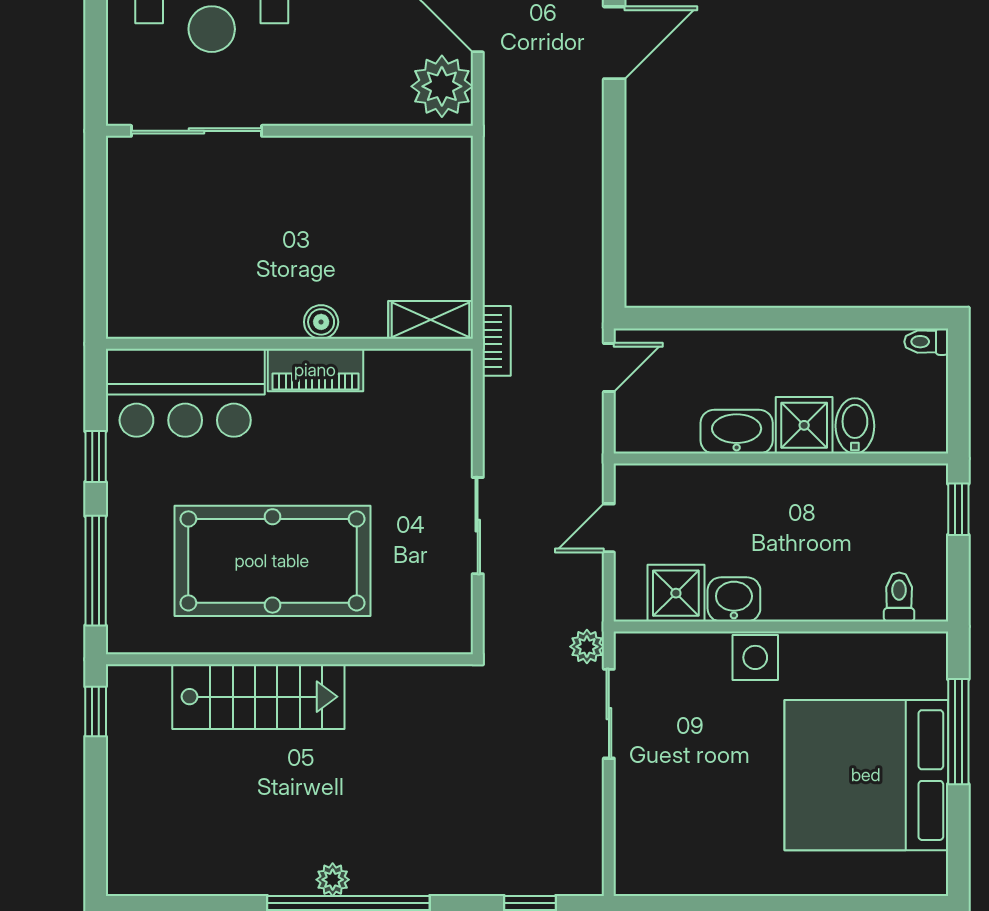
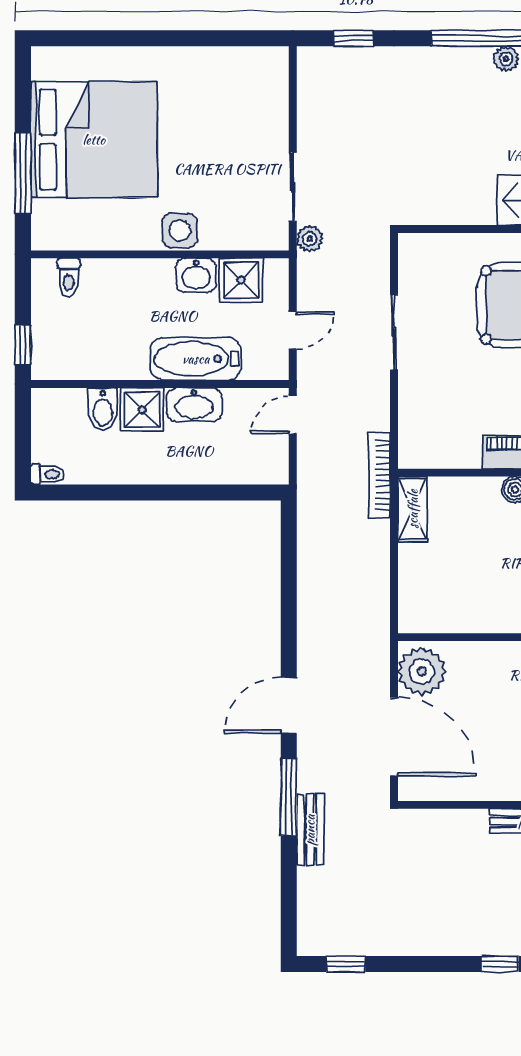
shelving: (431, 320) -> (413, 509), moved, turned 90
bookcase: (497, 341) -> (379, 475), width x1.56
door: (609, 368) -> (293, 415), moved
bathtub: (735, 491) -> (196, 359), added

